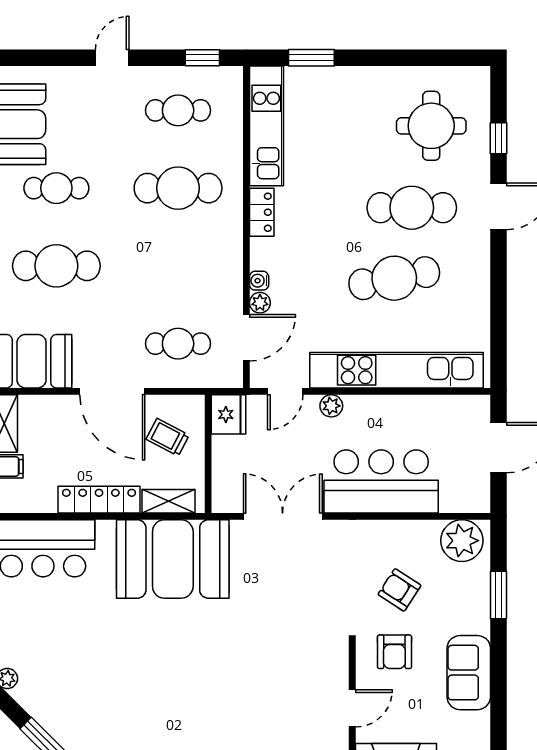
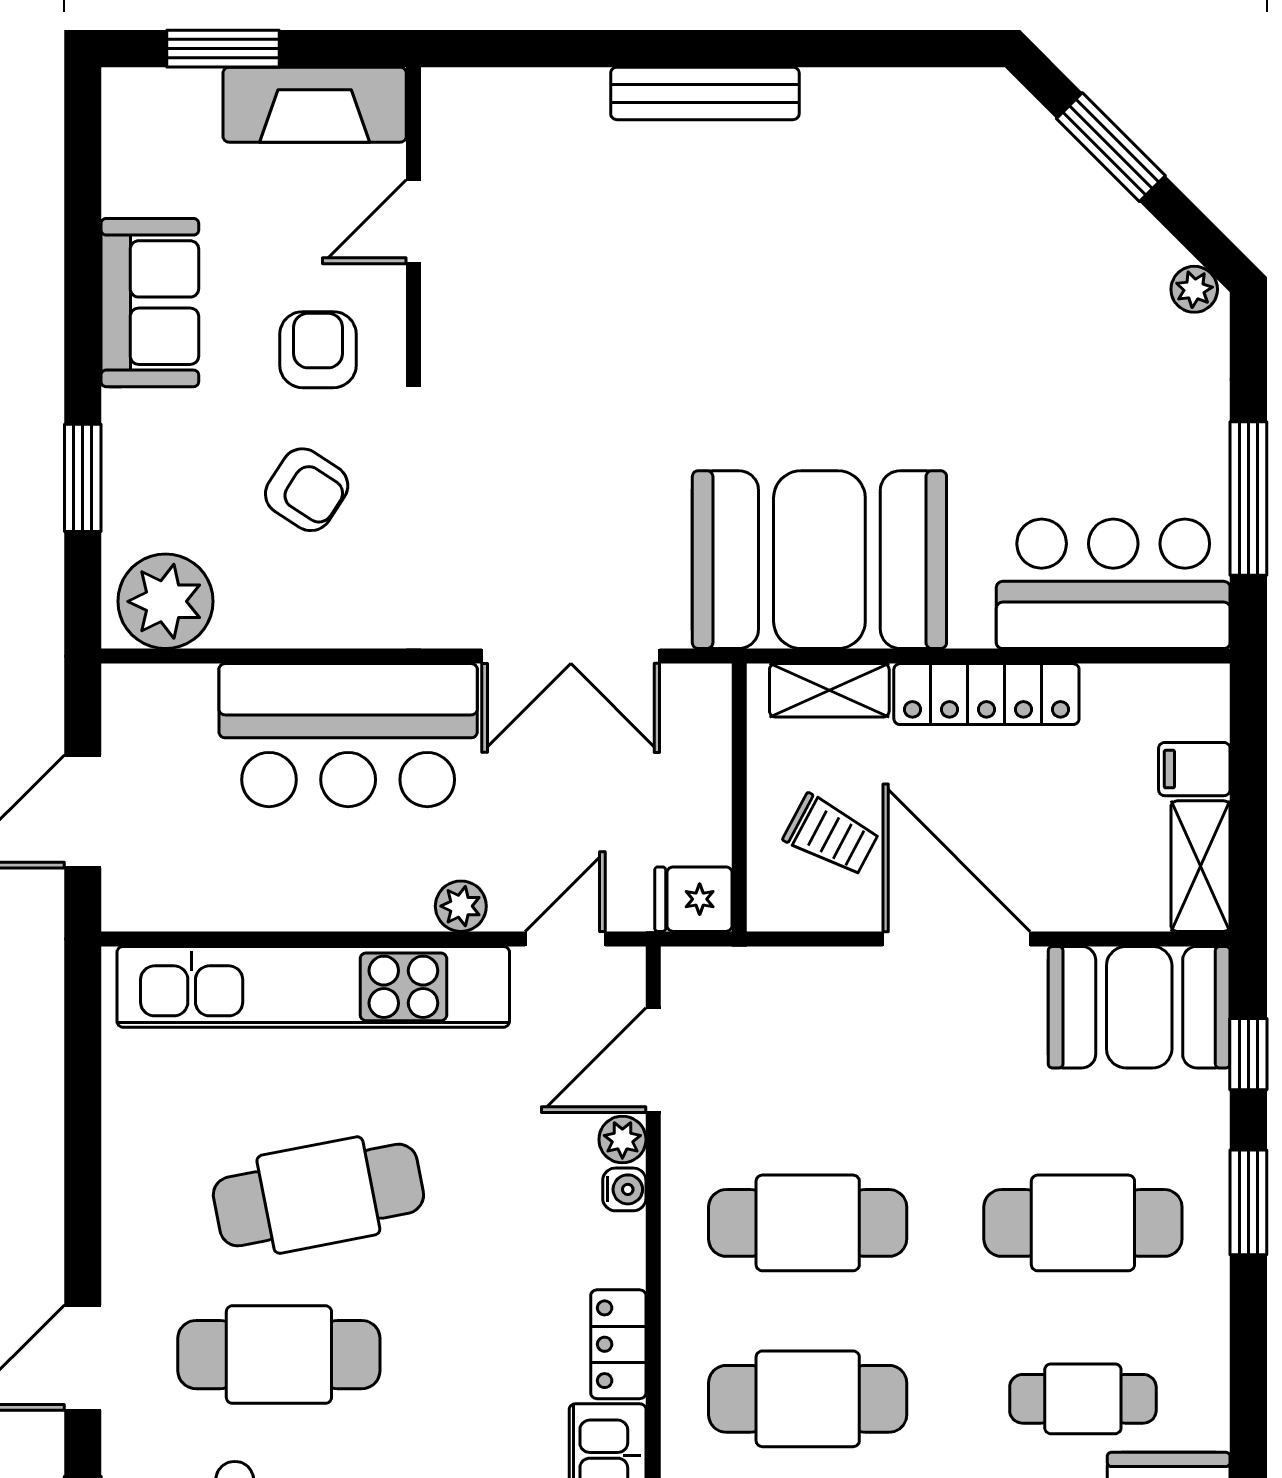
cafe table: (178, 344) -> (808, 1223), moved, width x1.37, depth x1.35
fridge: (229, 414) -> (693, 899), width x0.72

